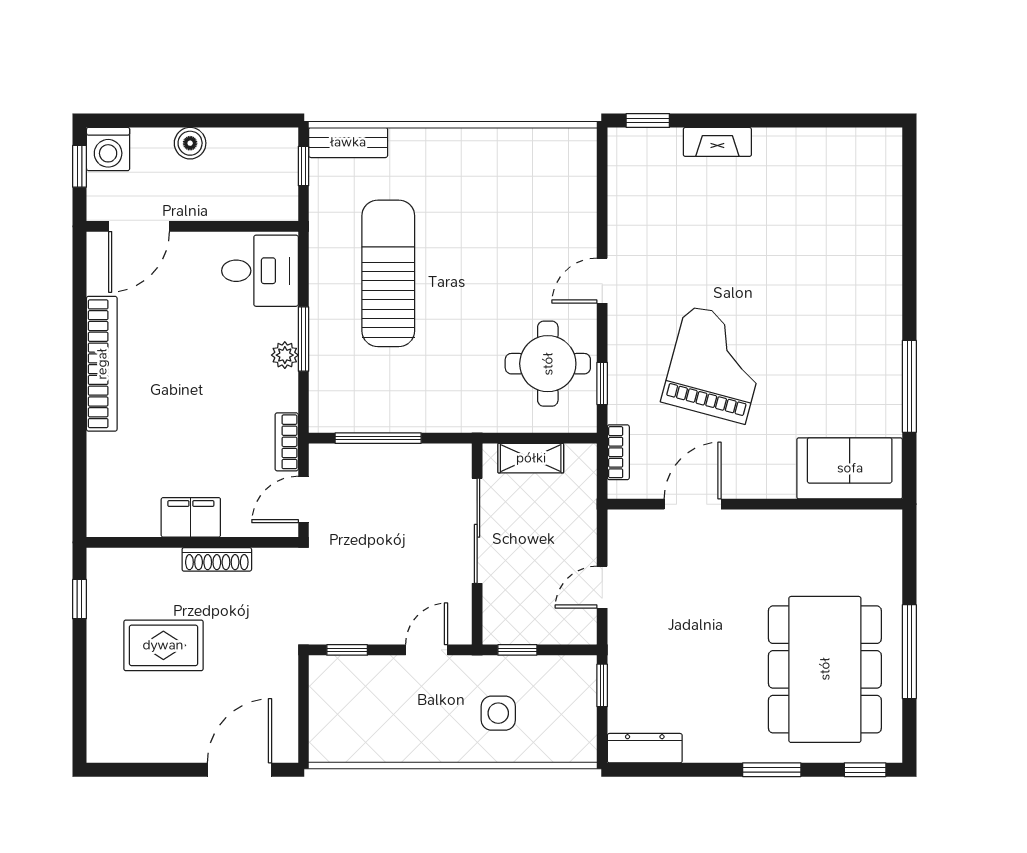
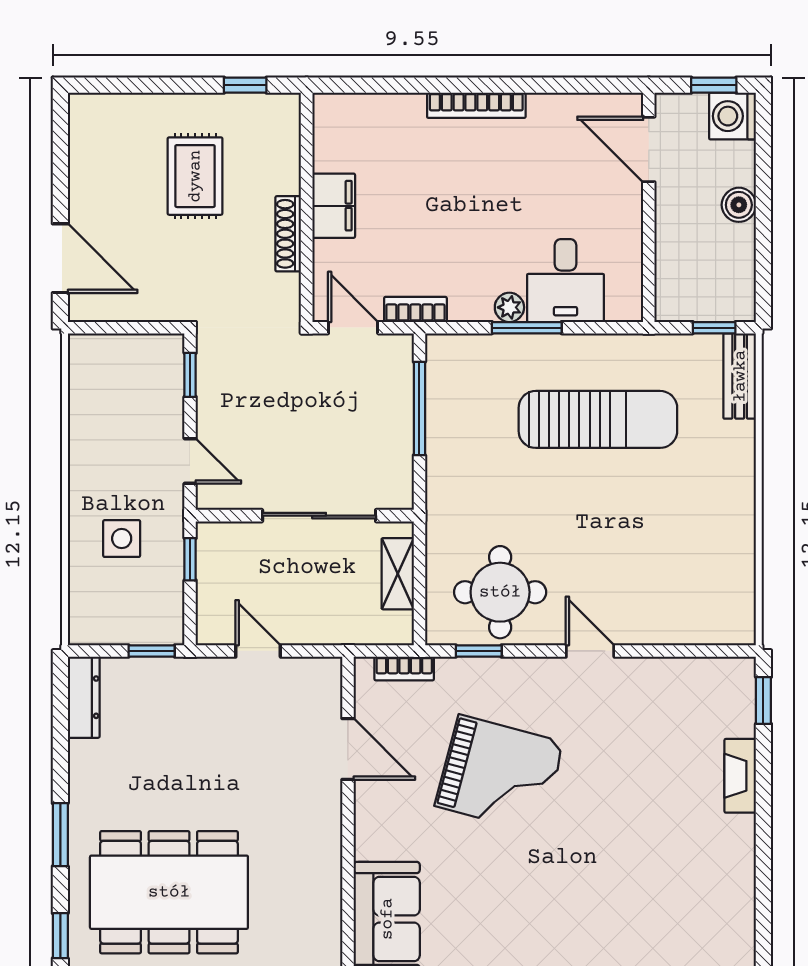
desk: (260, 271) -> (566, 281), moved
bookcase: (102, 364) -> (476, 105), width x0.68, depth x0.76

